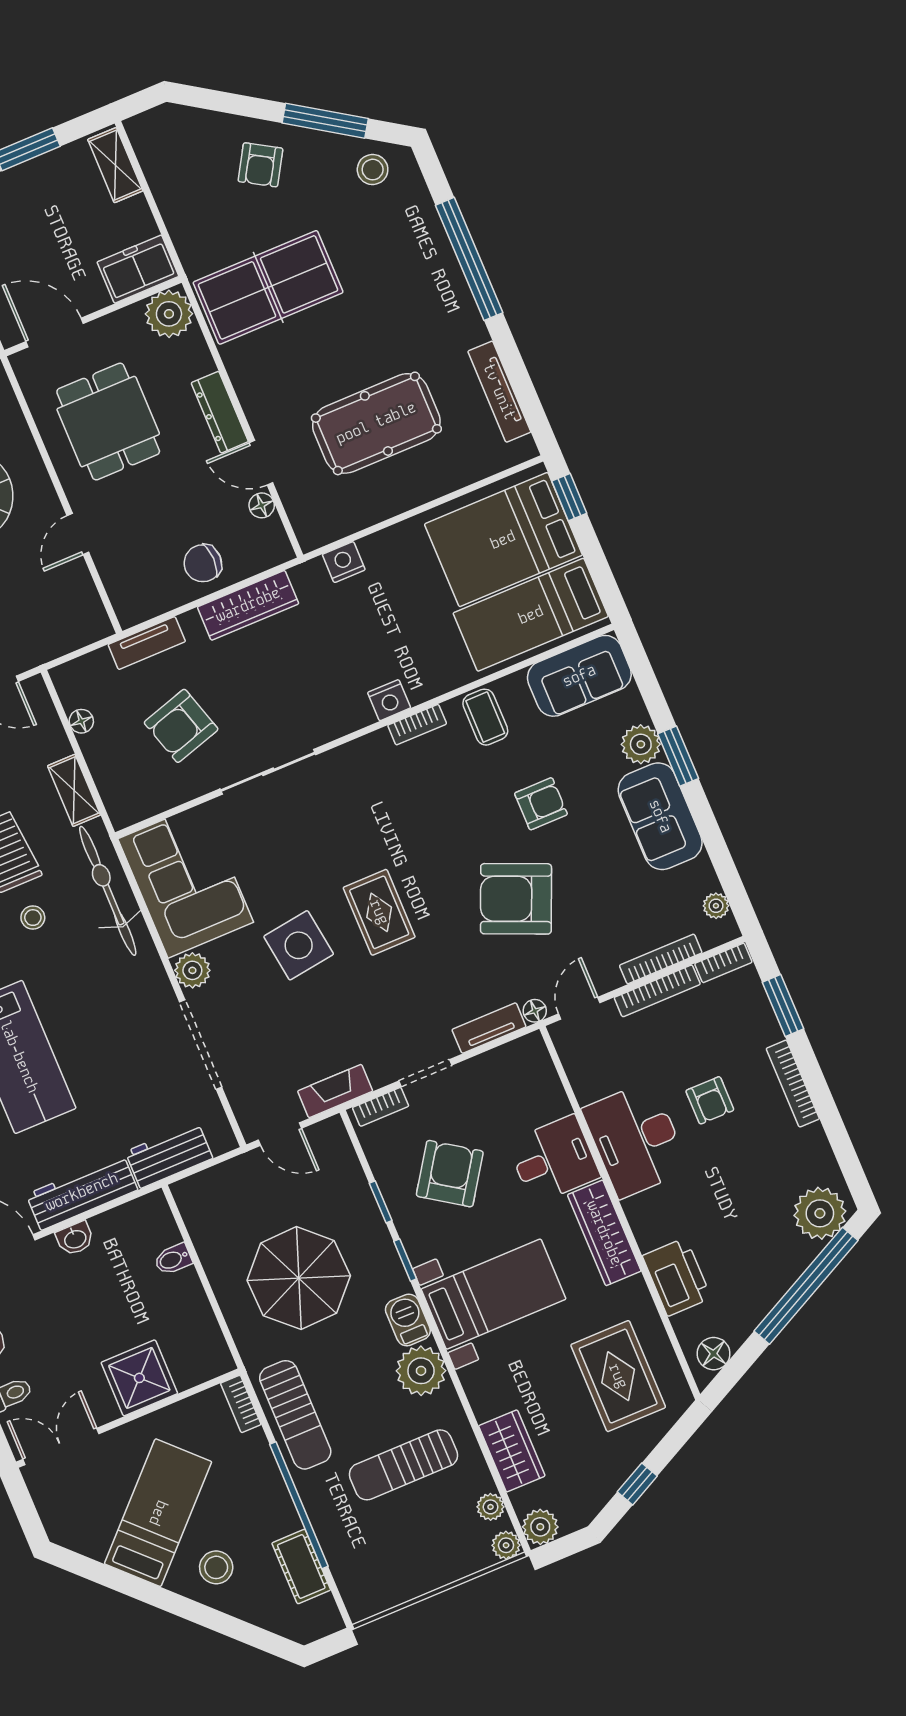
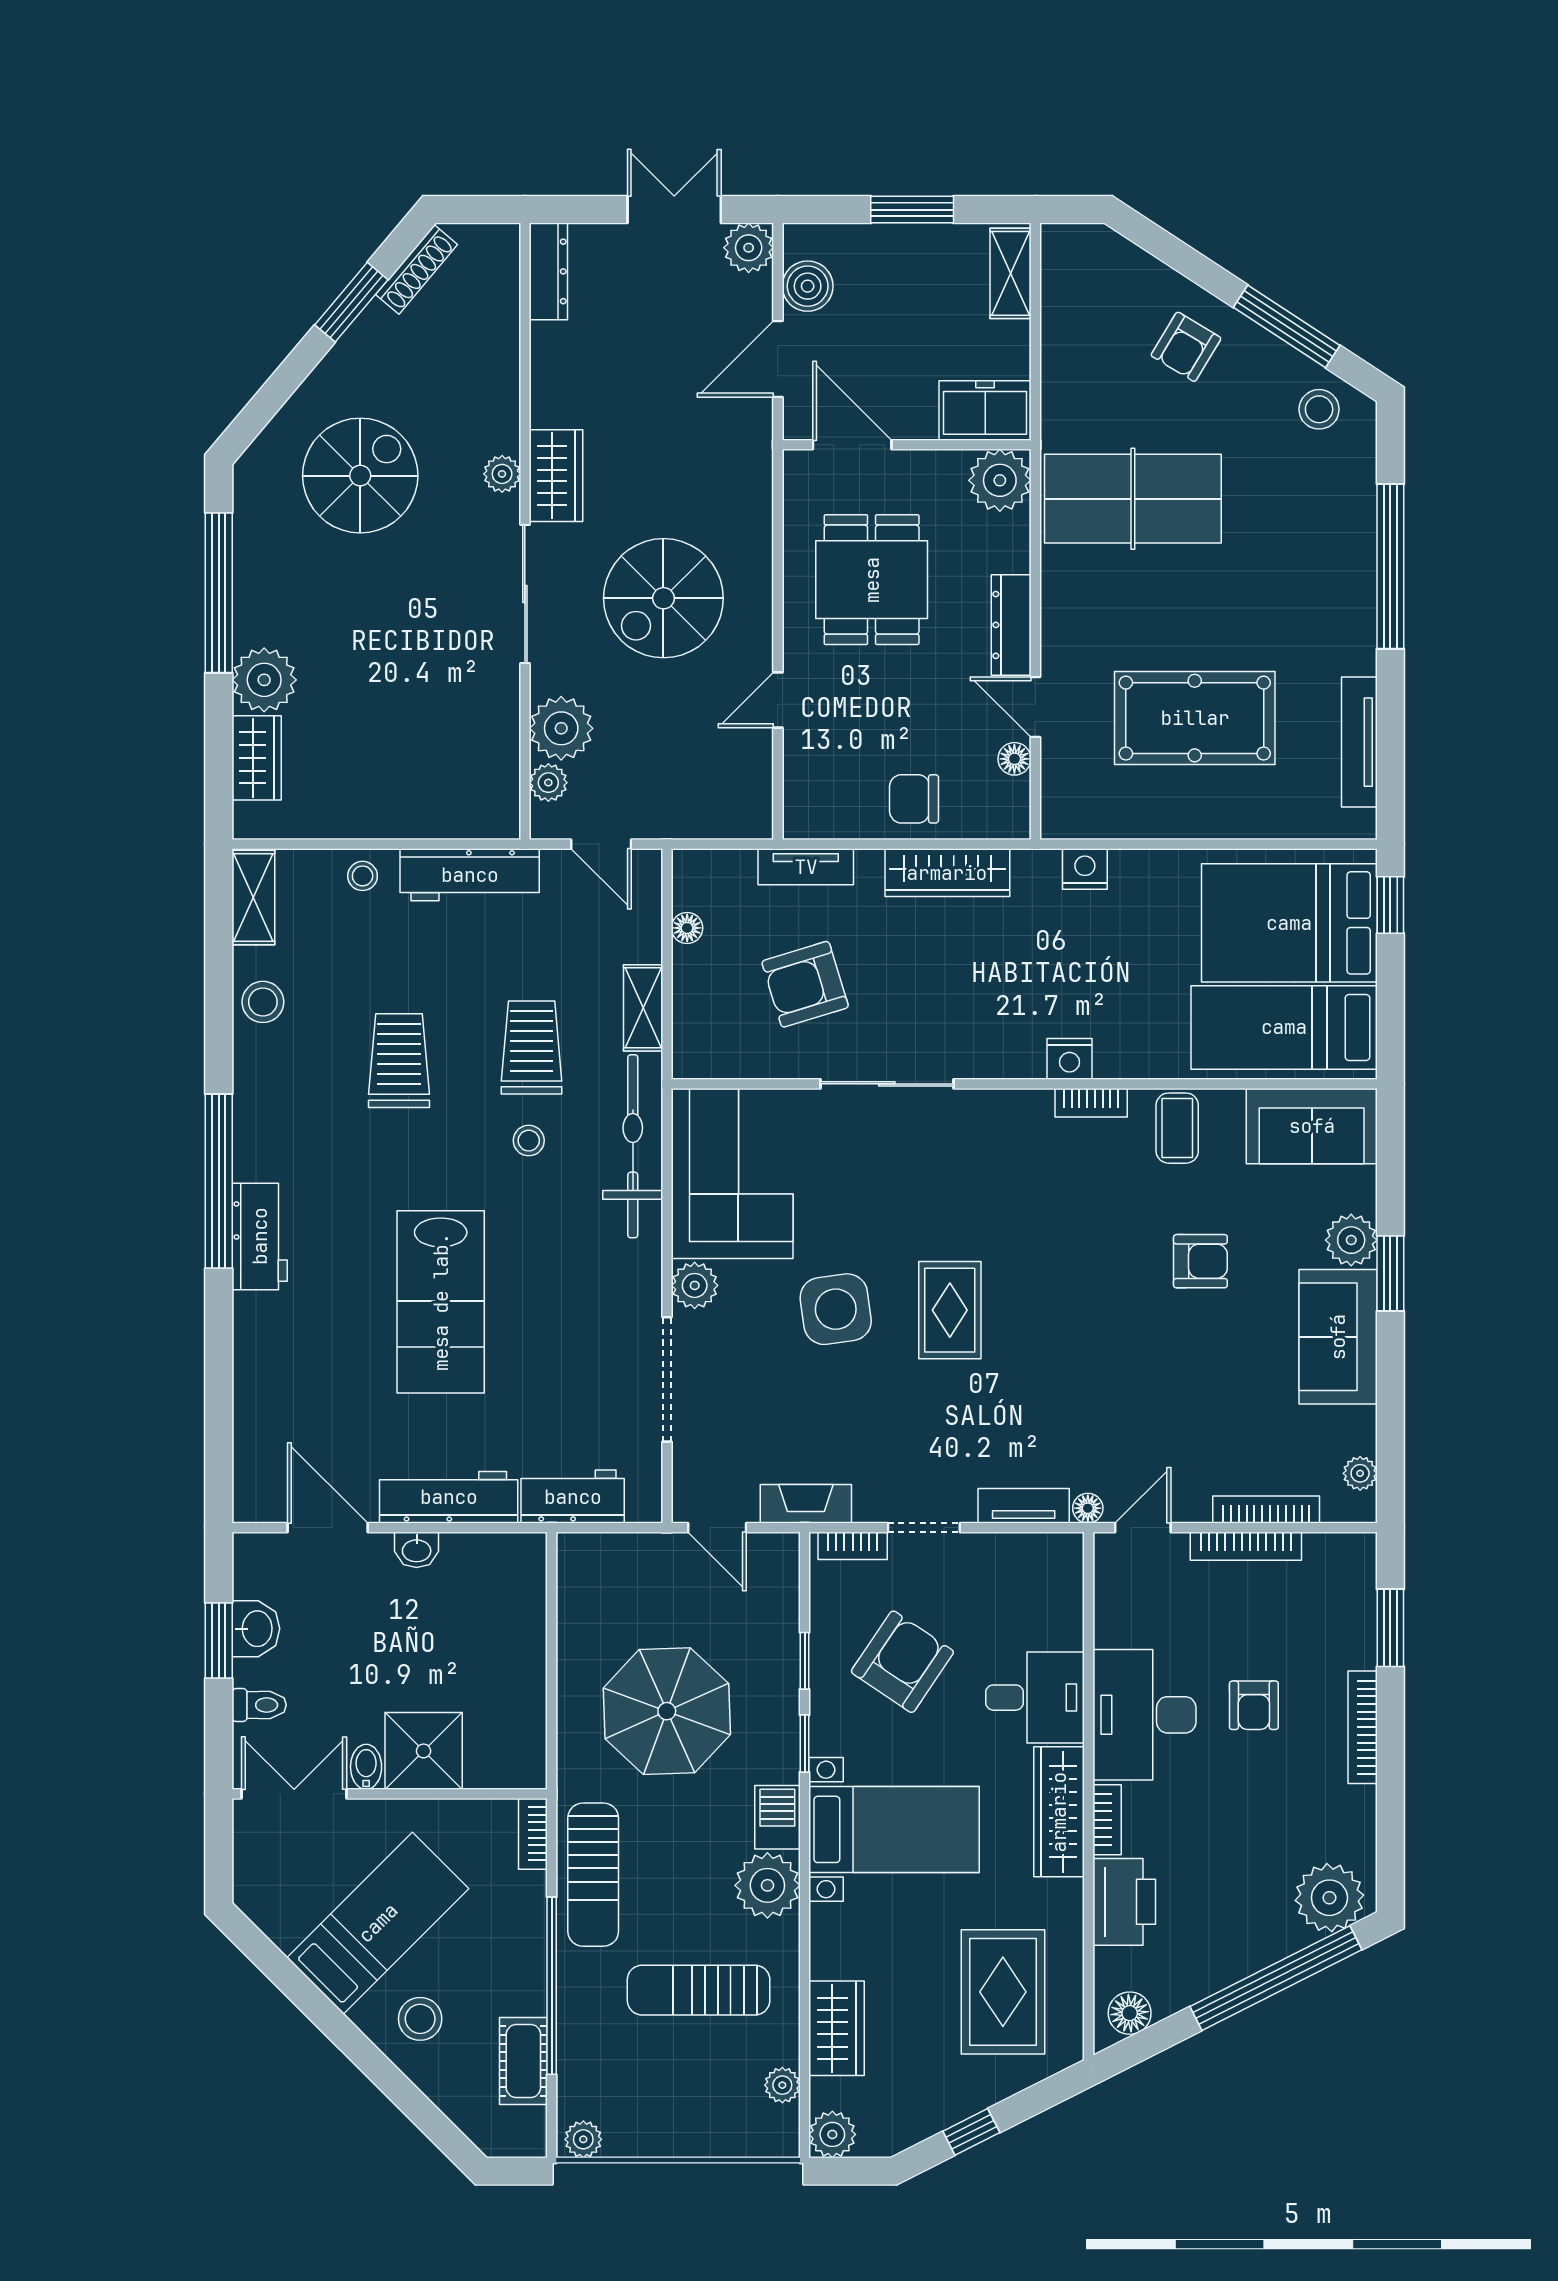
armchair: (516, 899) -> (1122, 1363), removed
bookcase: (723, 963) -> (1107, 1820), moved, turned -90
bidet: (173, 1259) -> (366, 1767), moved, turned 90
plant: (506, 1545) -> (583, 2139), moved

